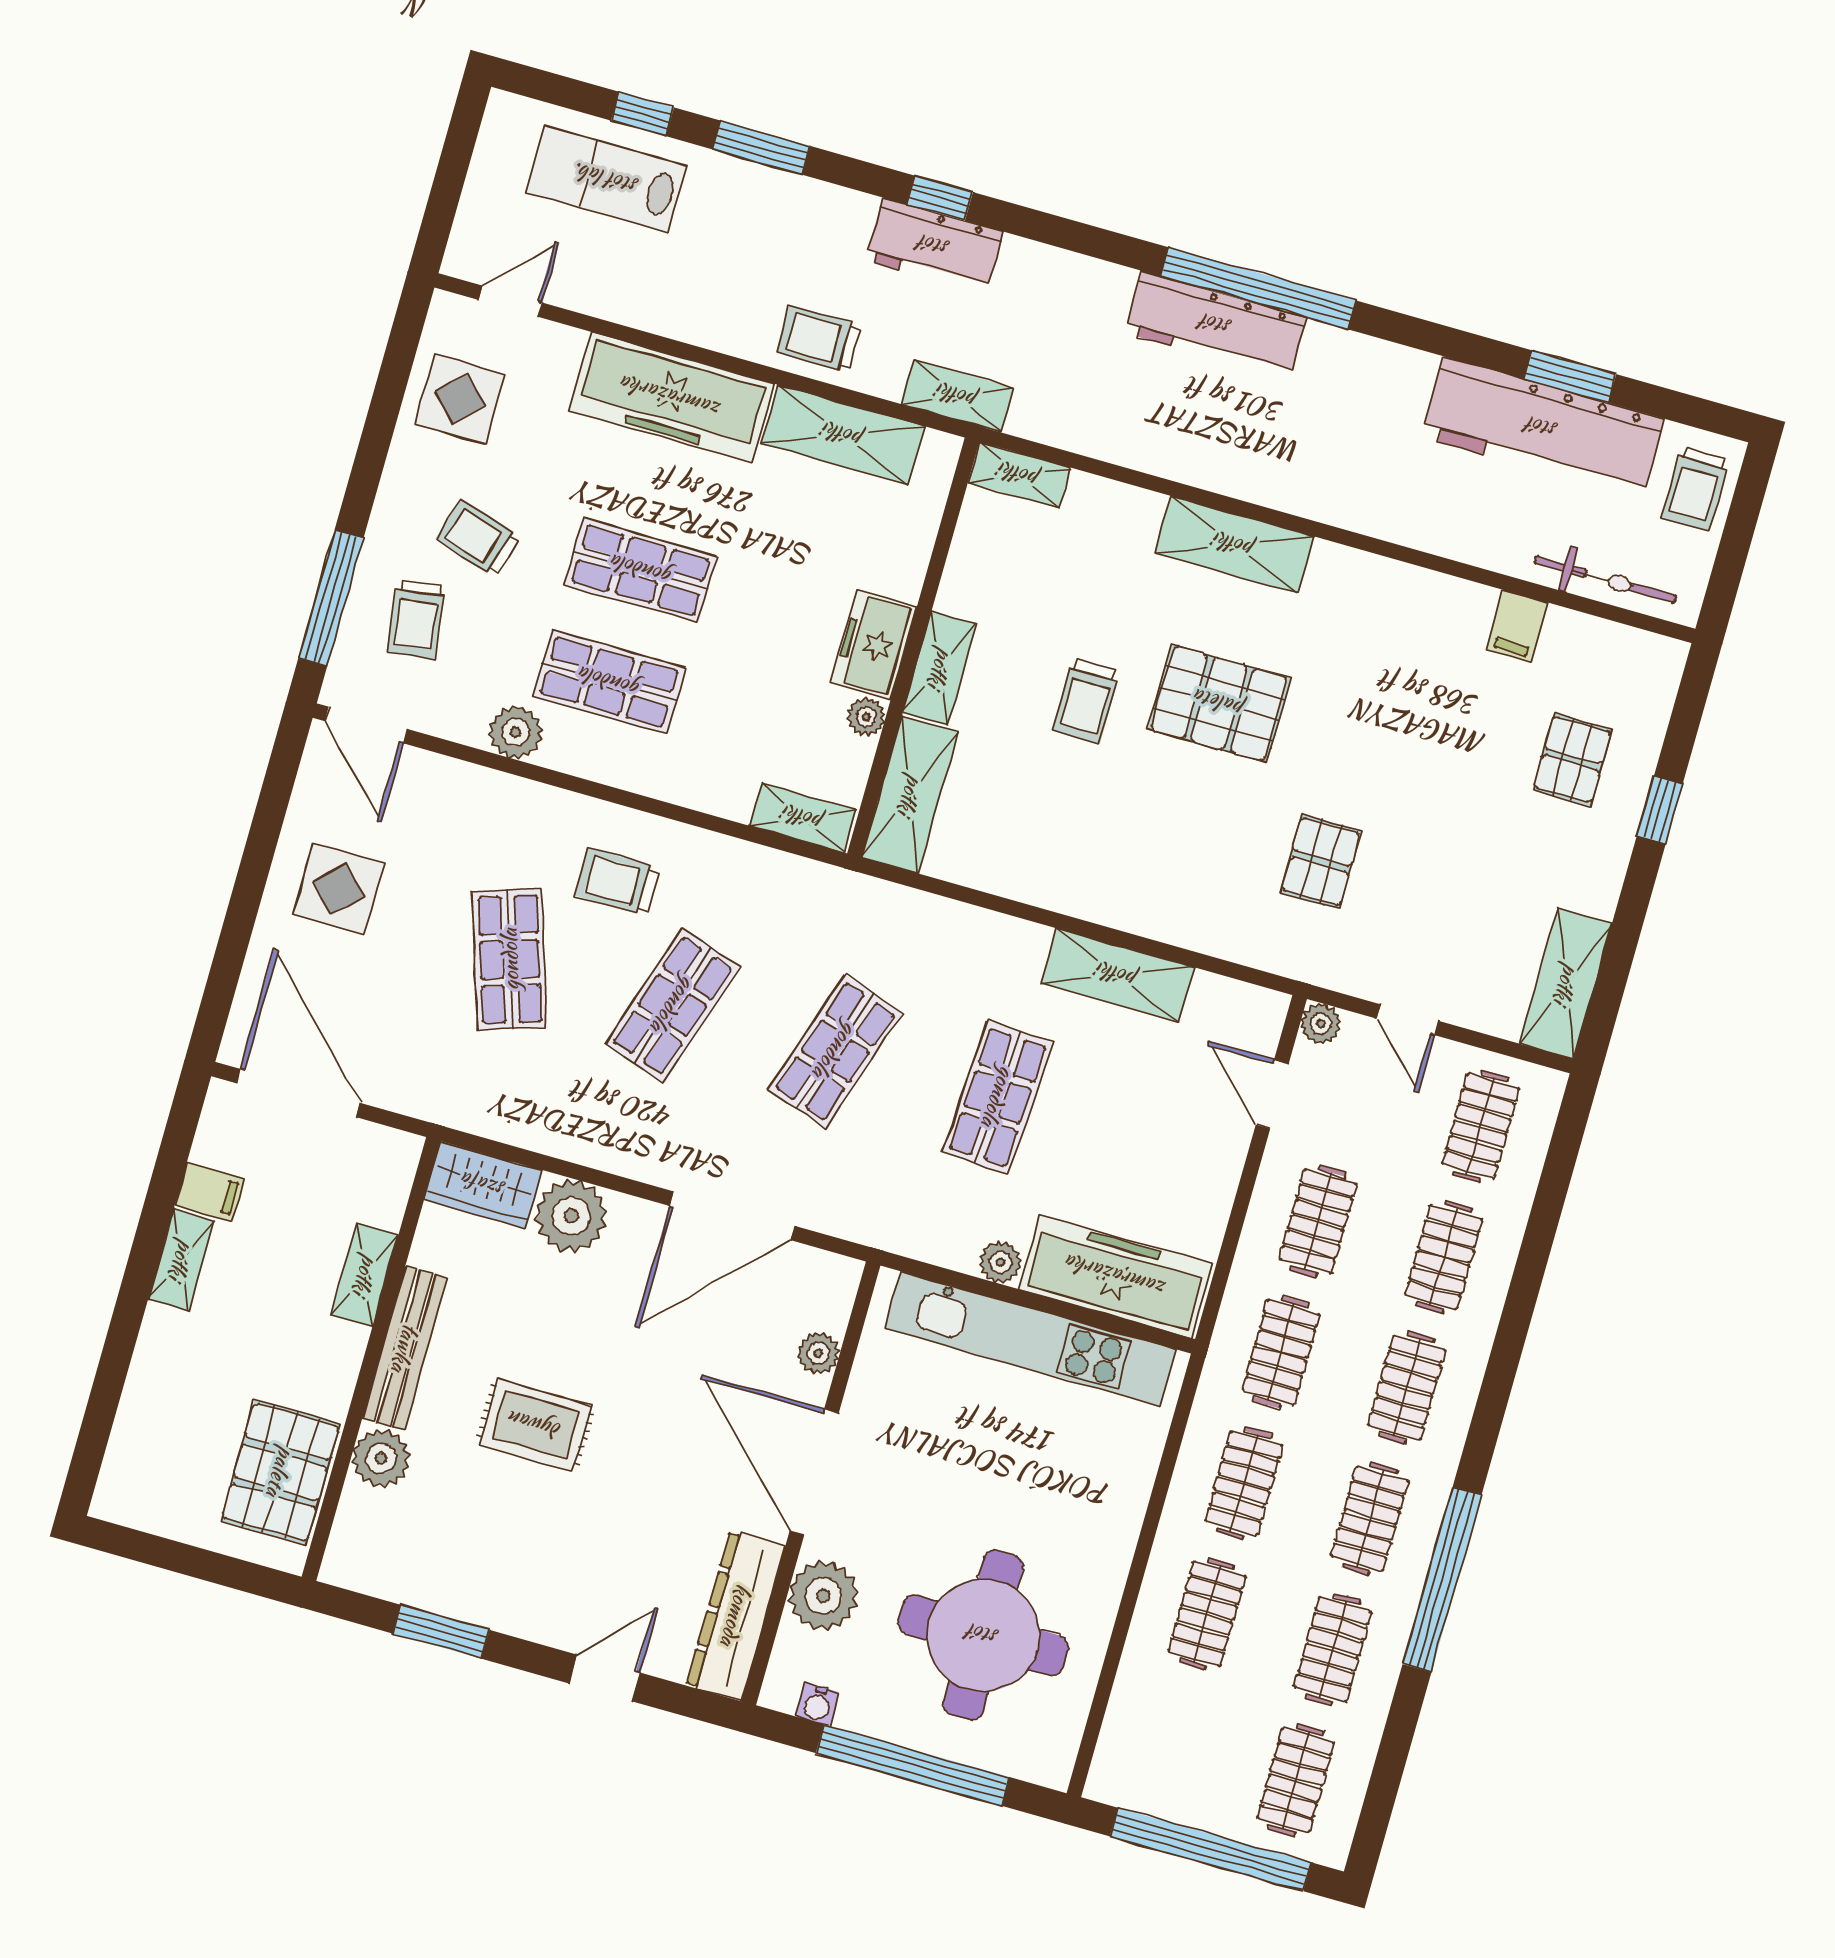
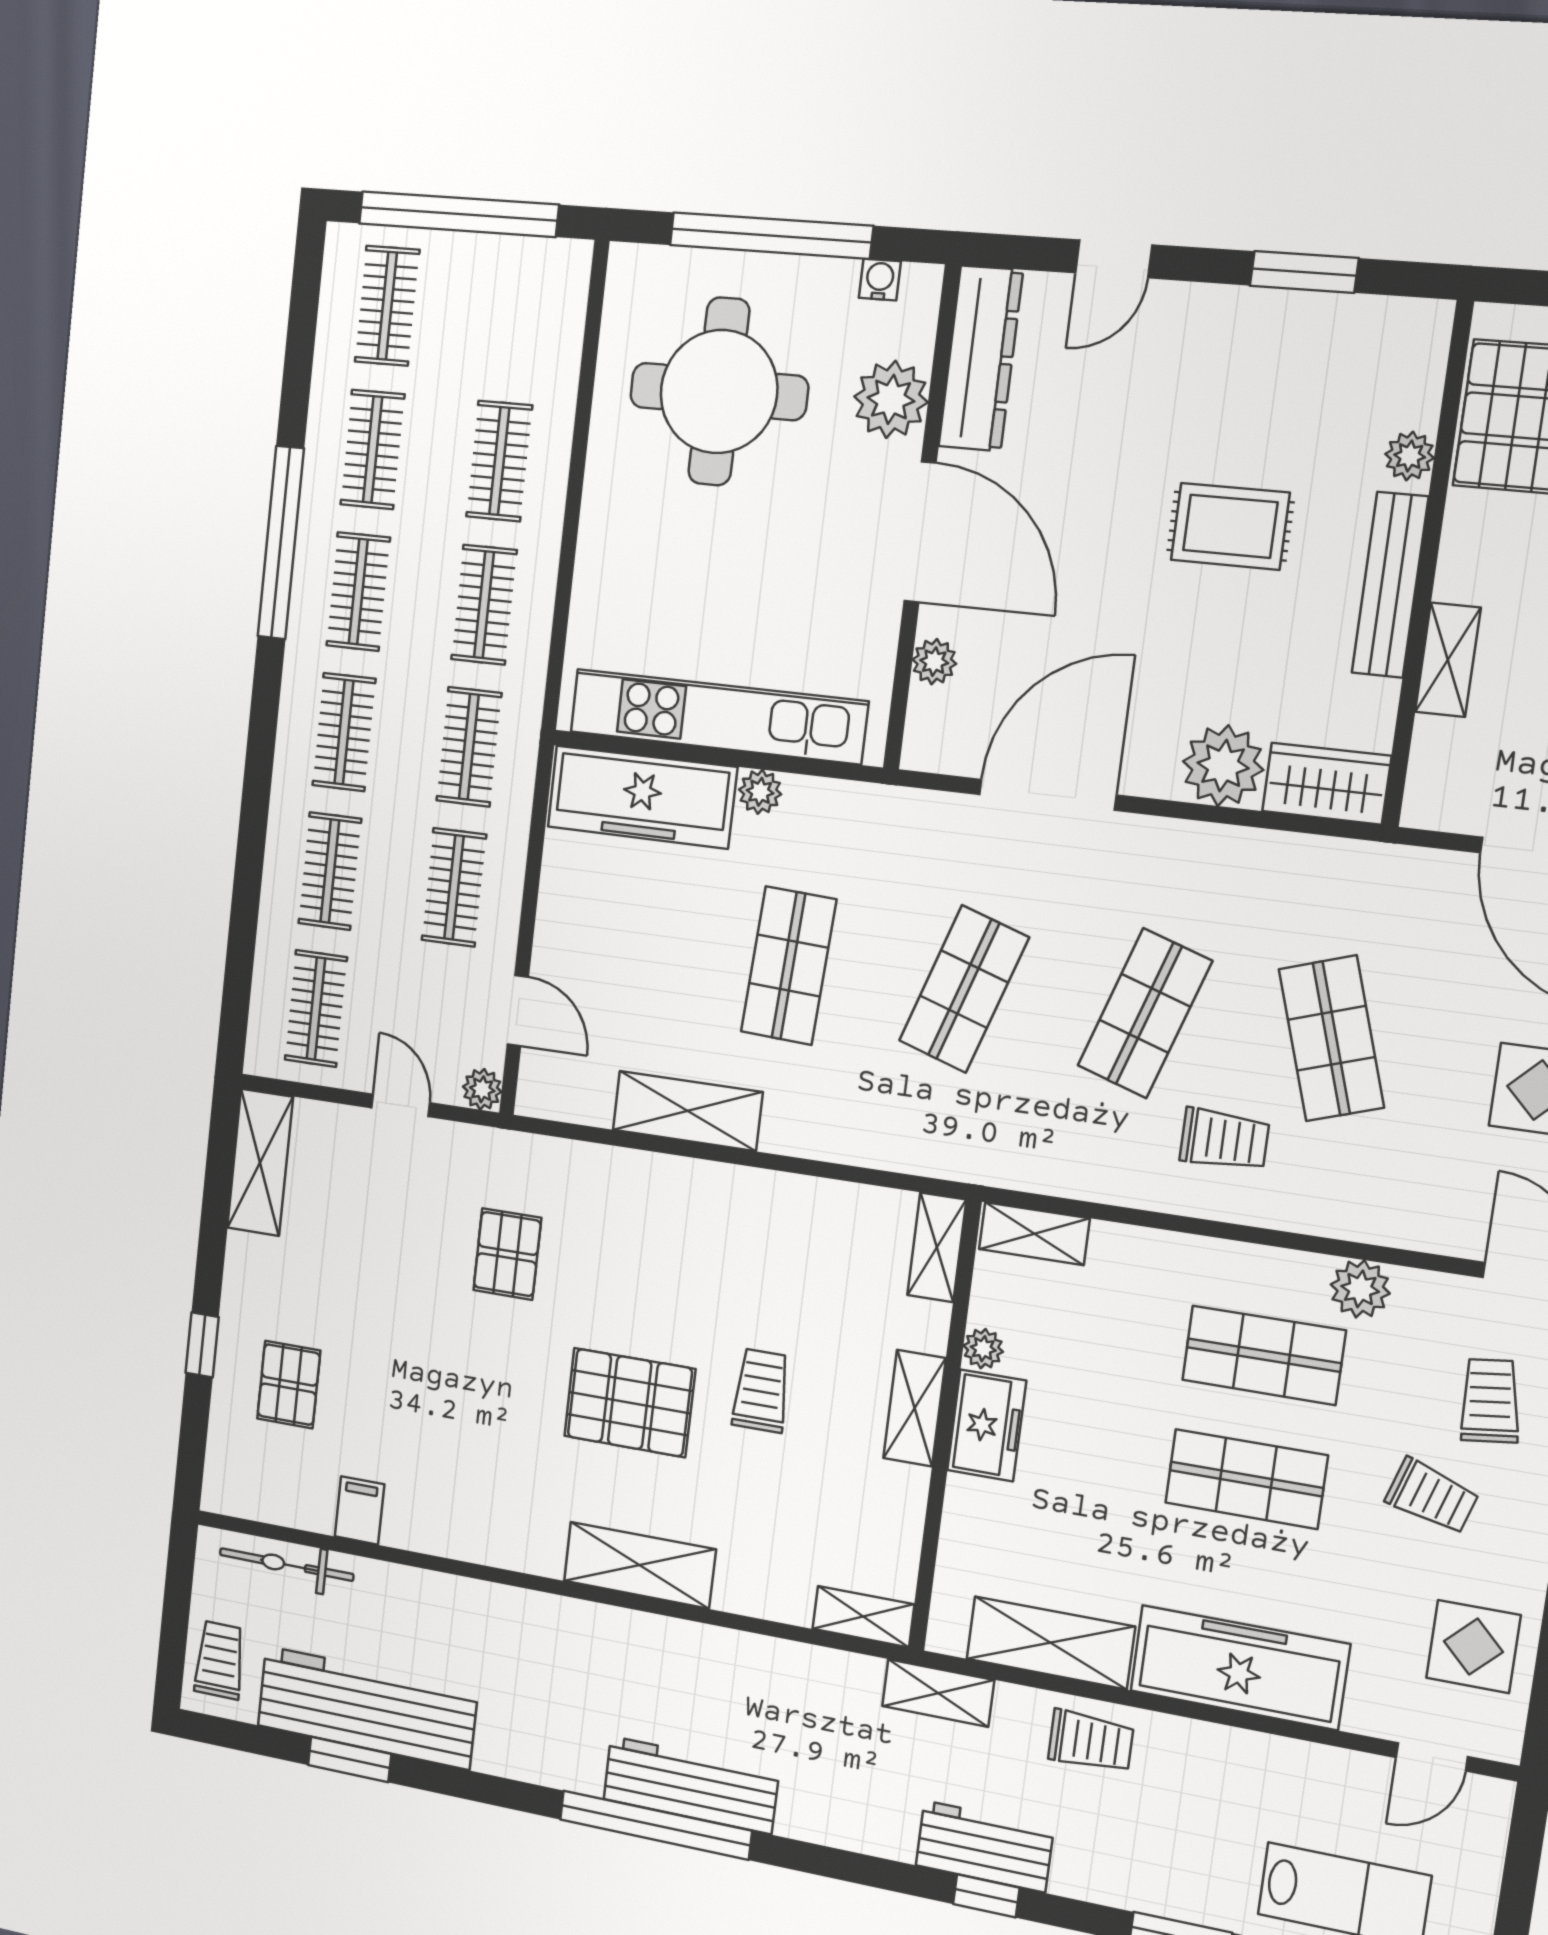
shelving: (910, 795) -> (937, 1247), width x0.67, depth x0.75
plant: (381, 1458) -> (1410, 456), width x0.73, depth x0.73

